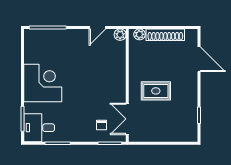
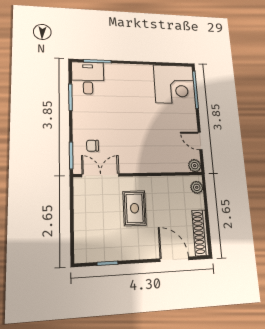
shoe rack: (165, 35) -> (200, 233), moved
door: (199, 59) -> (174, 259), swing flipped
corner desk: (43, 83) -> (174, 84), moved

